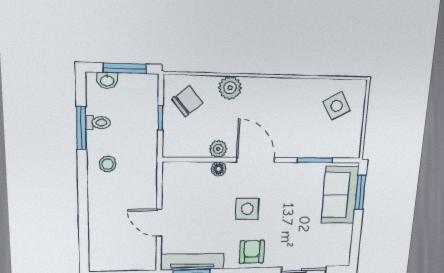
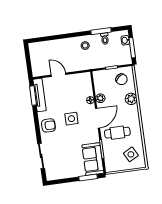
cafe table: (290, 126) -> (117, 133), added
sofa: (340, 195) -> (93, 159), moved, turned -90
door: (159, 223) -> (58, 75), hinge flipped

